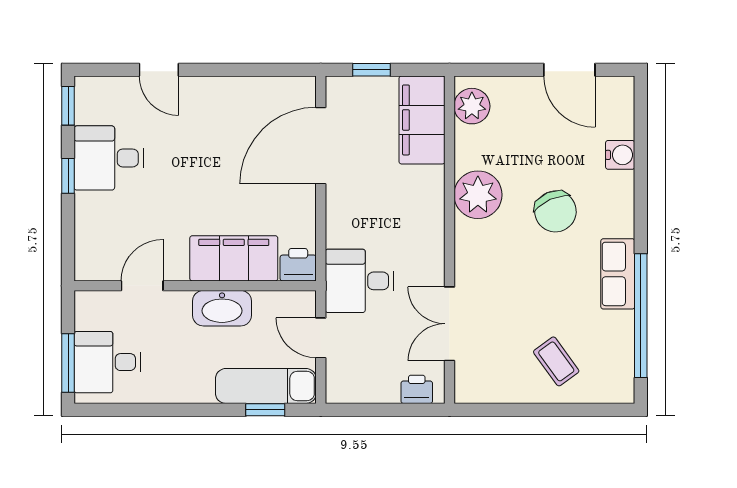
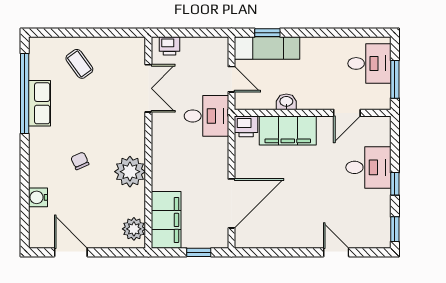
desk: (109, 158) -> (368, 167), moved
chair: (555, 211) -> (80, 161), width x0.54, depth x0.54
row of seats: (618, 274) -> (40, 103), moved
washbasin: (222, 308) -> (286, 102), width x0.52, depth x0.69
window: (68, 363) -> (395, 79), moved

